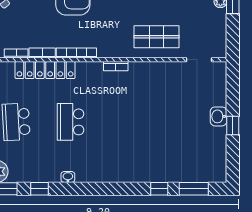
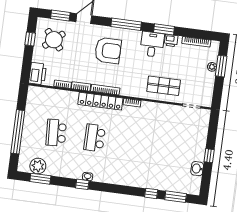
locker: (45, 70) -> (100, 101), moved
washbasin: (218, 116) -> (197, 169), moved
window: (40, 189) -> (82, 184), moved

